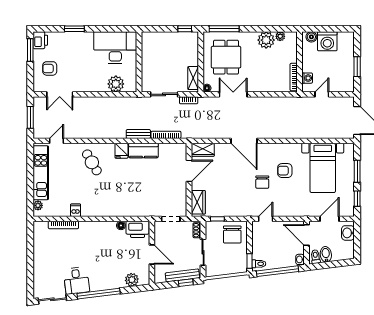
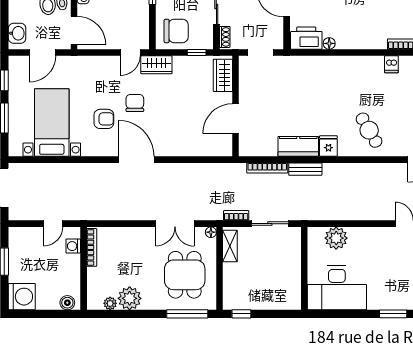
washing machine: (327, 41) -> (22, 297), moved, turned 90
door: (244, 141) -> (136, 160), moved
wardrobe: (203, 150) -> (156, 65), moved, turned 180
chair: (232, 235) -> (176, 31), turned 90

